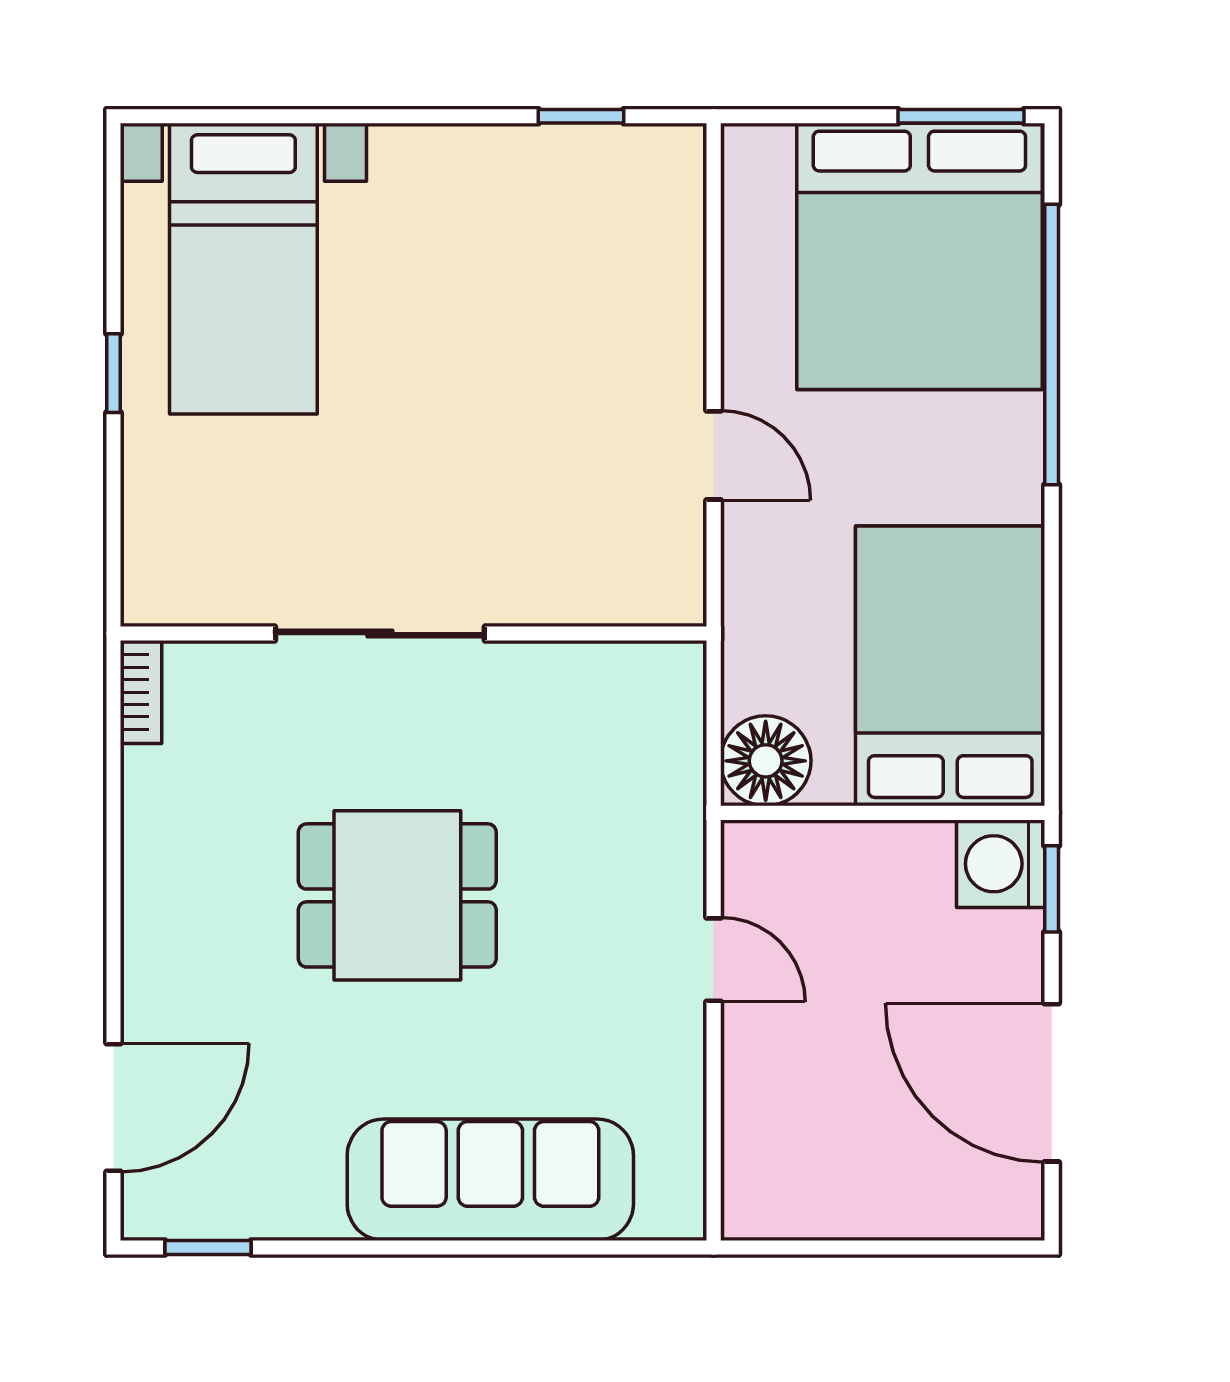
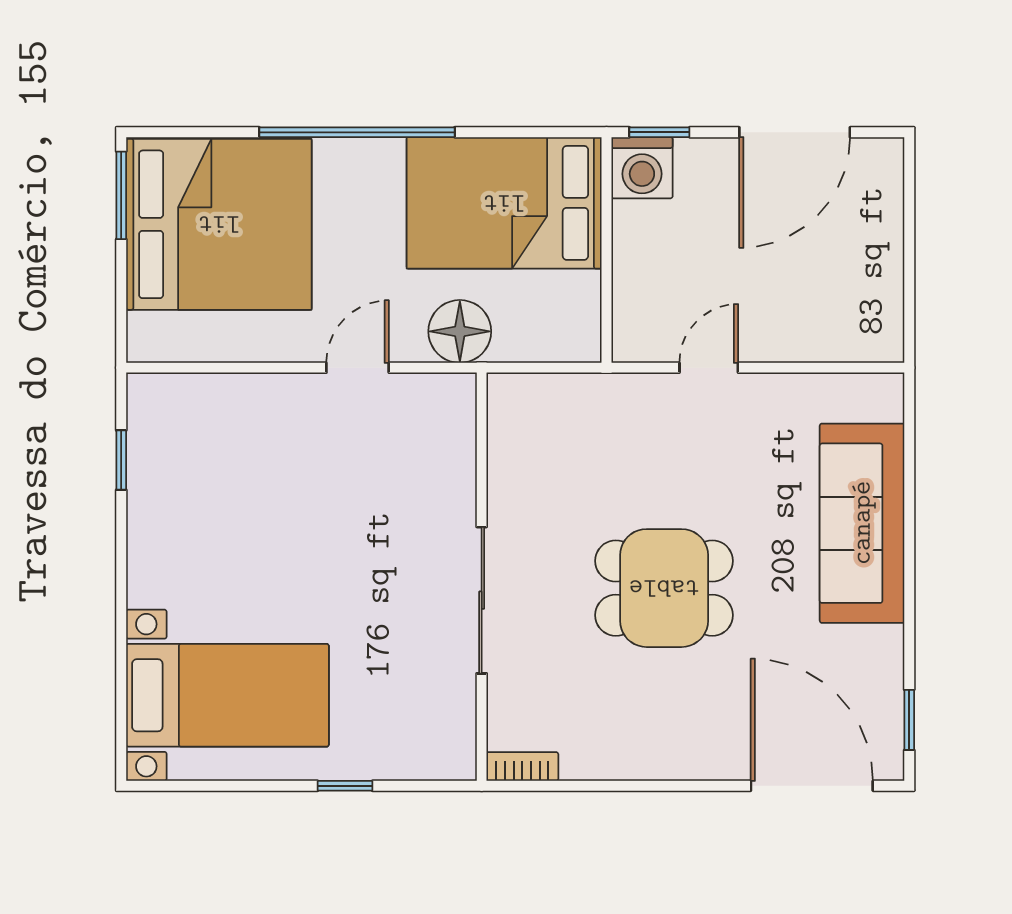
window: (1052, 345) -> (357, 132), moved
window: (114, 373) -> (345, 786), moved
floor lamp: (766, 761) -> (460, 331), moved
dining table: (397, 895) -> (664, 588), turned 90
door: (114, 1108) -> (812, 786), width x1.36

